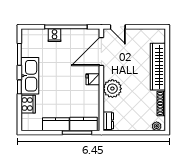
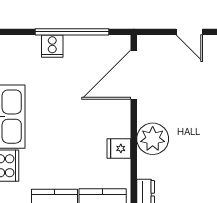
door: (118, 27) -> (189, 32), moved
fridge: (93, 79) -> (119, 148), moved

